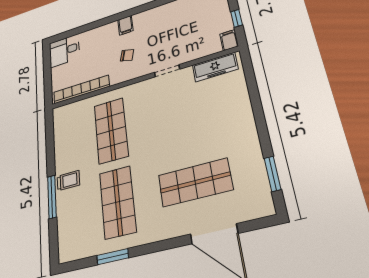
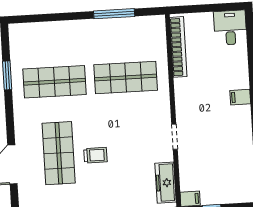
chair: (127, 55) -> (204, 97), removed
trolley: (68, 181) -> (95, 155), moved, turned -90
window: (52, 197) -> (114, 14), moved

